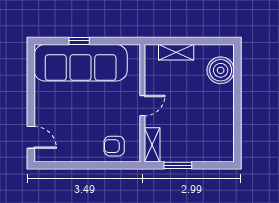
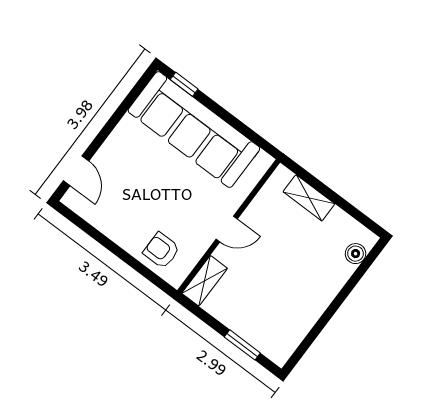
window: (79, 41) -> (184, 84), moved
boiler: (221, 70) -> (356, 254), width x0.54, depth x0.54
window: (178, 165) -> (242, 345), moved

